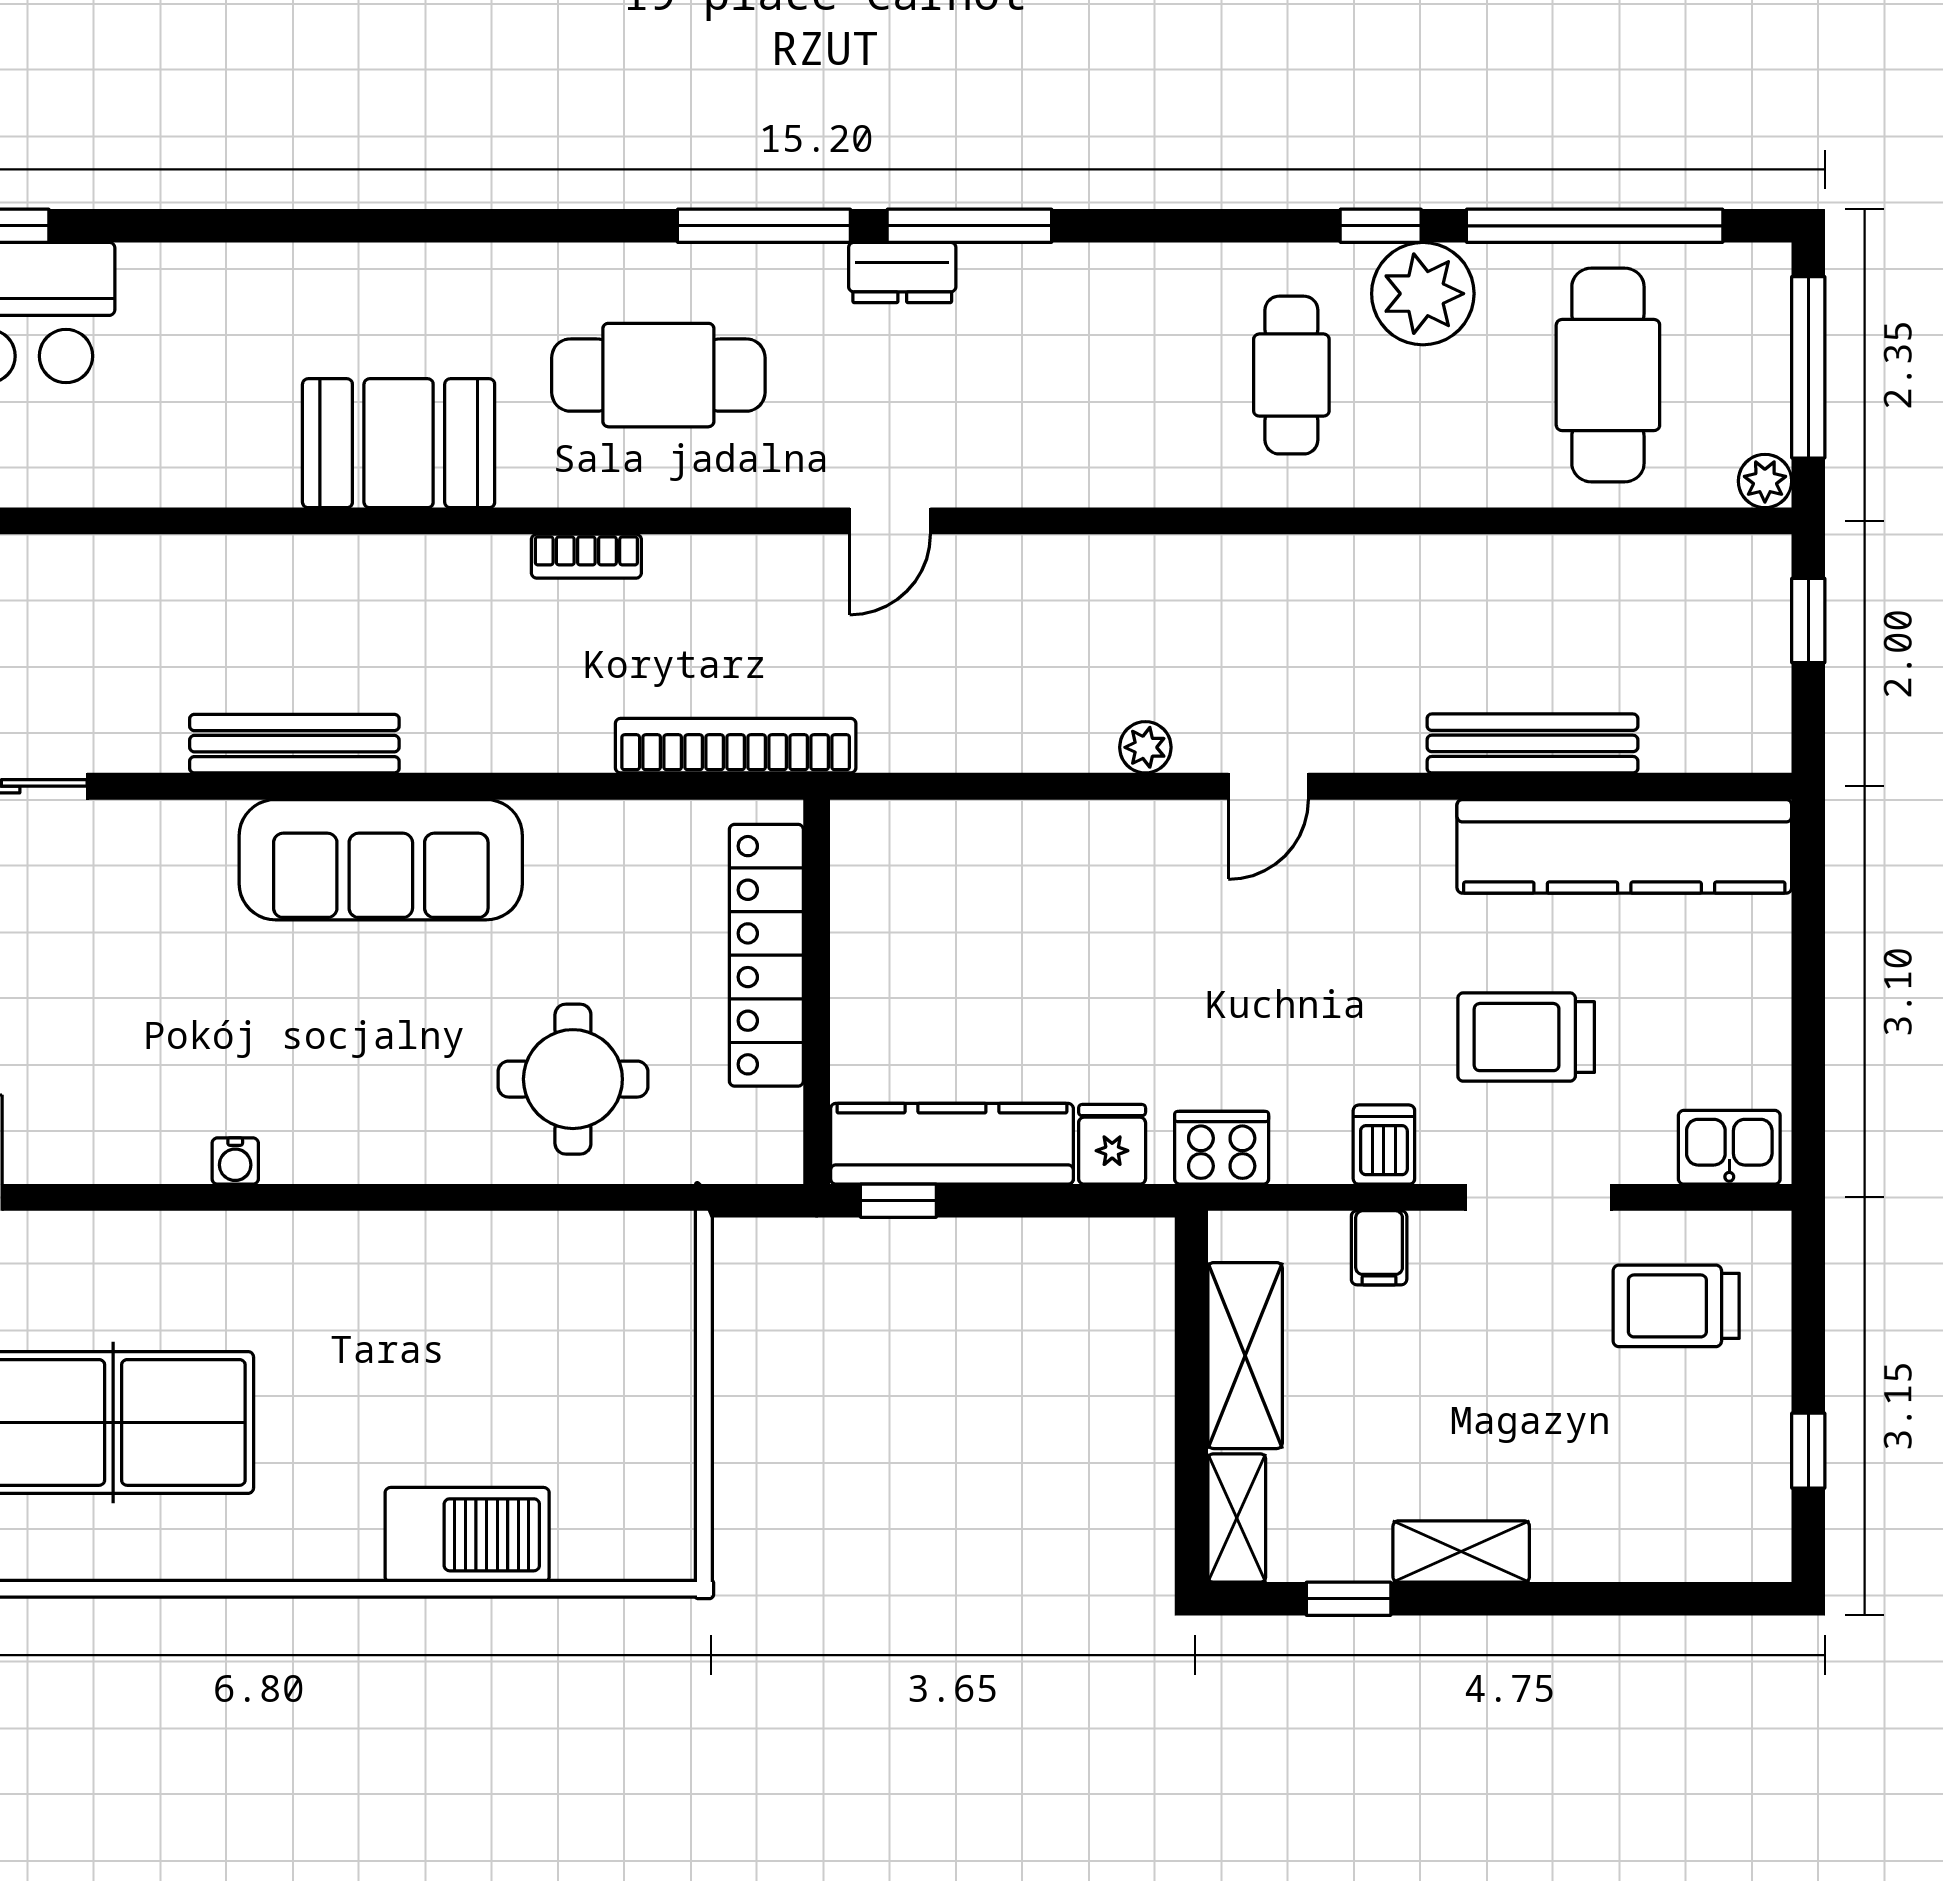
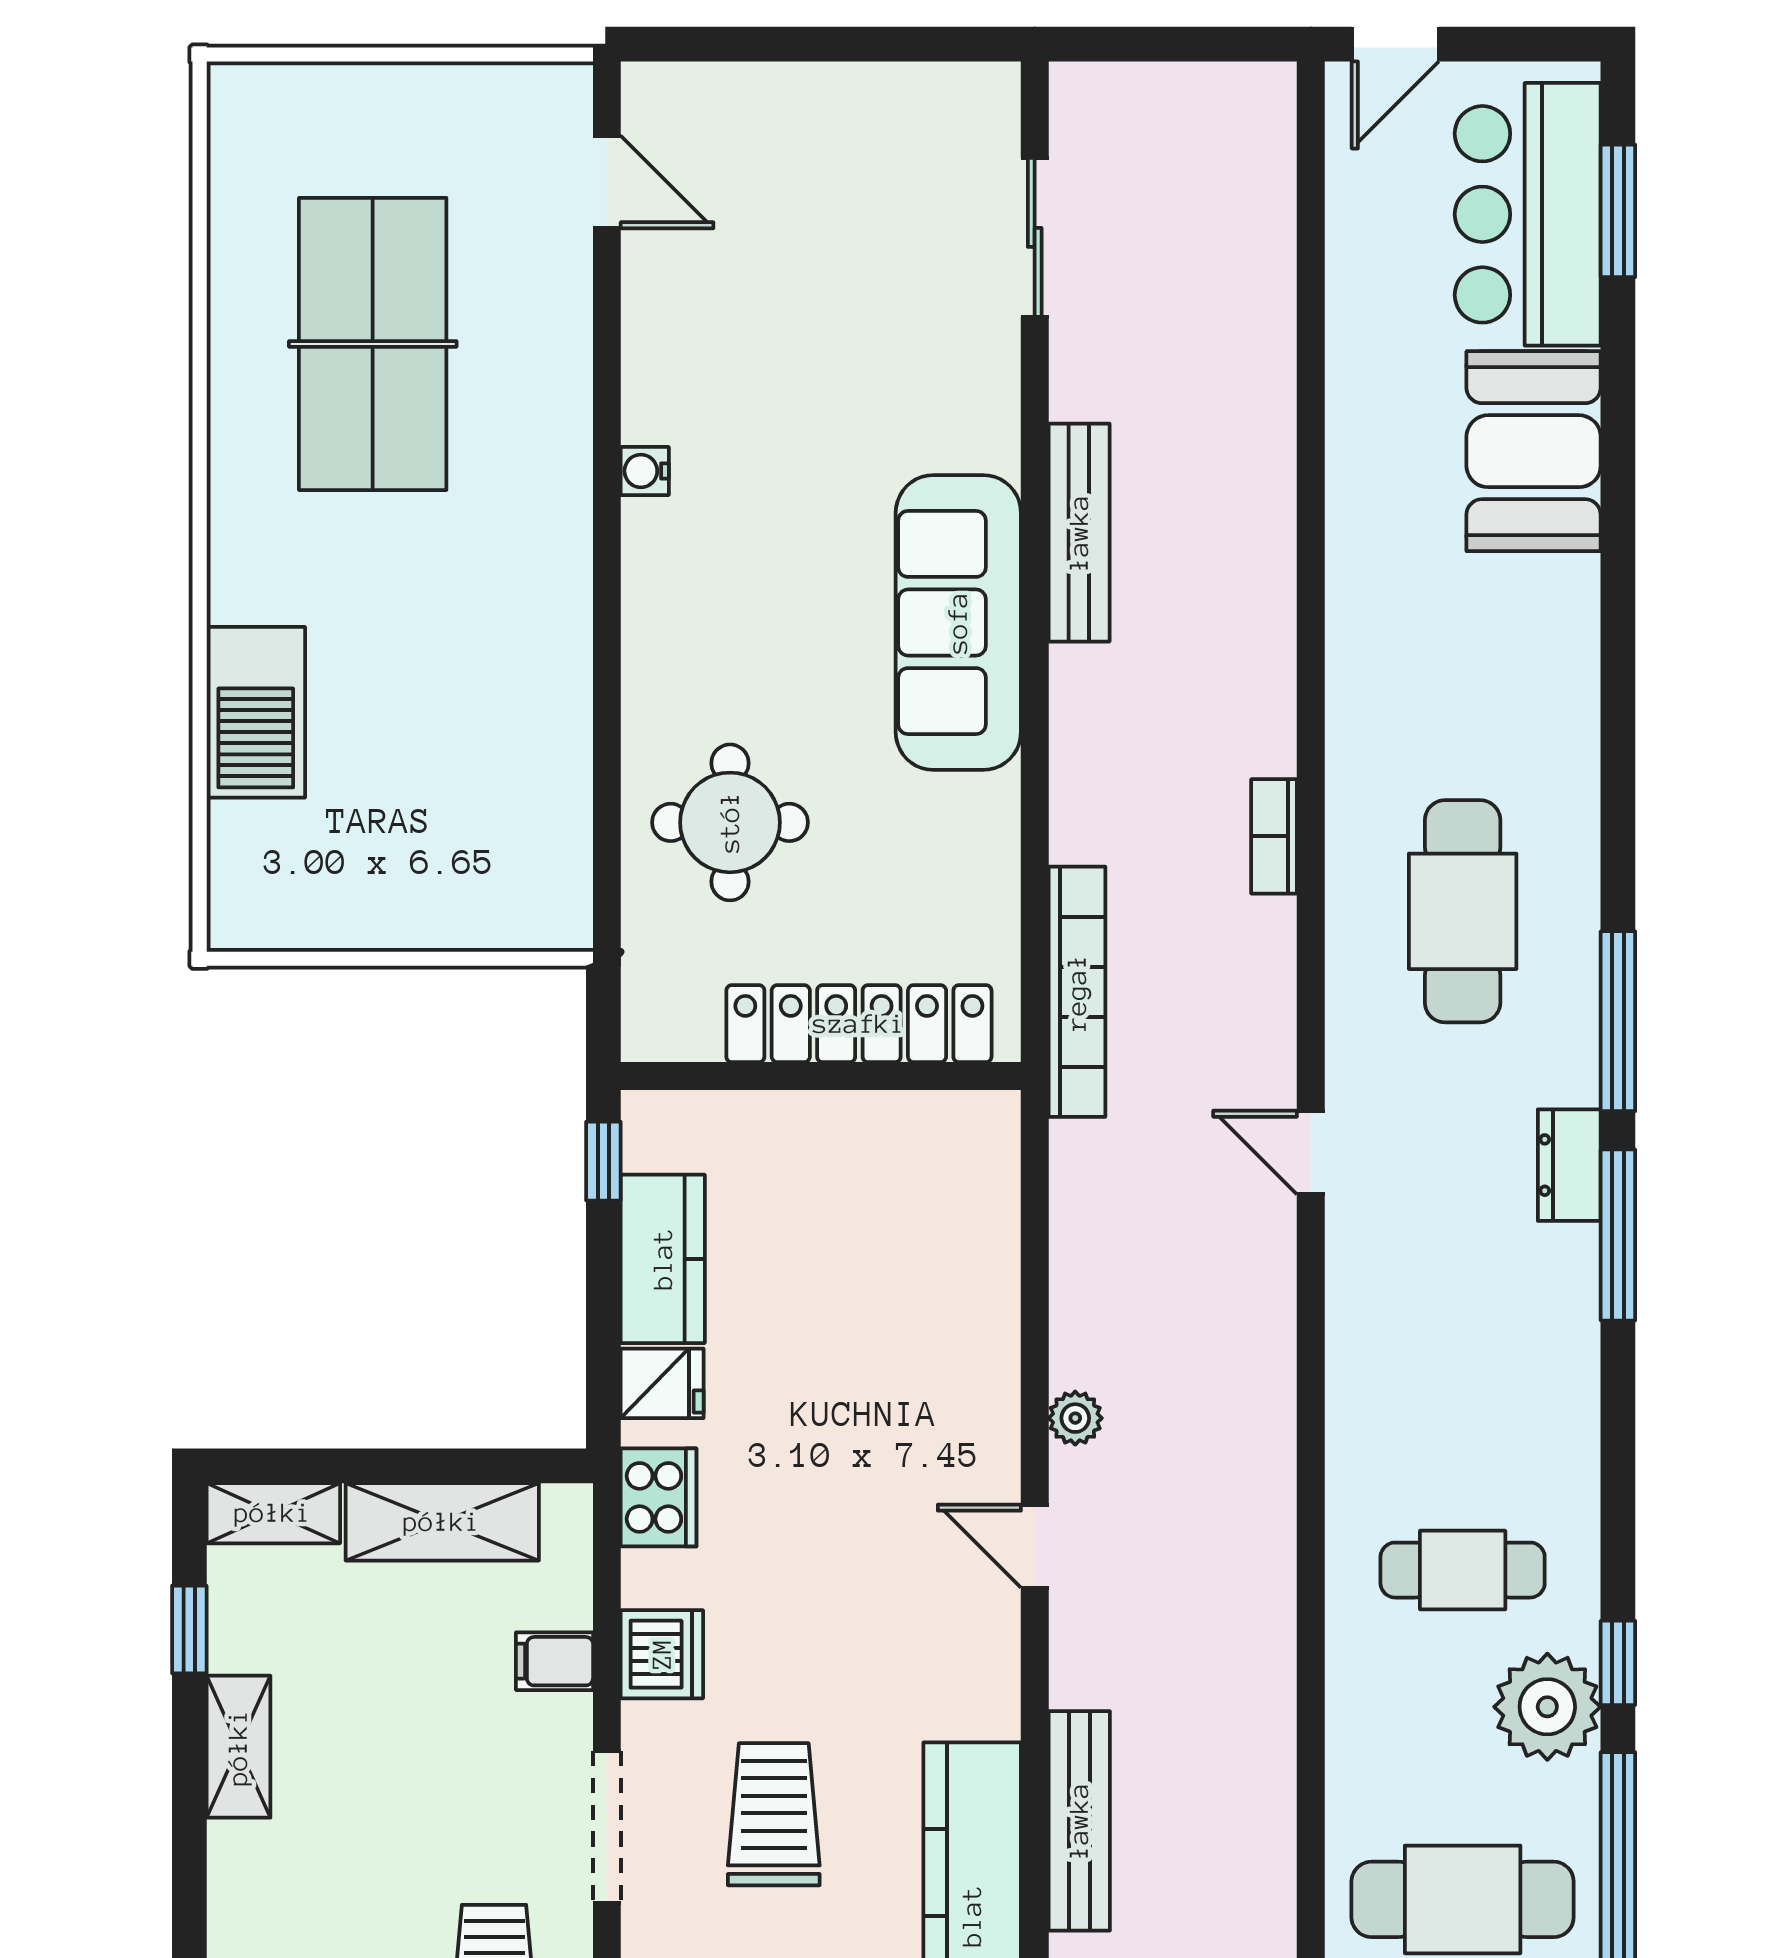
booth: (399, 443) -> (1534, 451), moved
kitchen counter: (952, 1144) -> (663, 1259), width x0.67
dishwasher: (1384, 1145) -> (662, 1654), width x1.38

